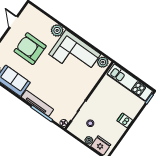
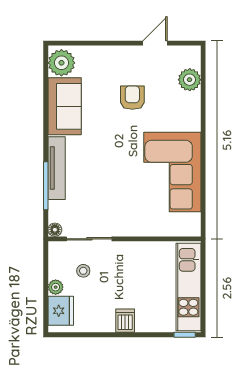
plant: (57, 30) -> (190, 80), moved
armchair: (30, 49) -> (132, 98), width x0.53, depth x0.53
plant: (103, 62) -> (191, 224), removed

